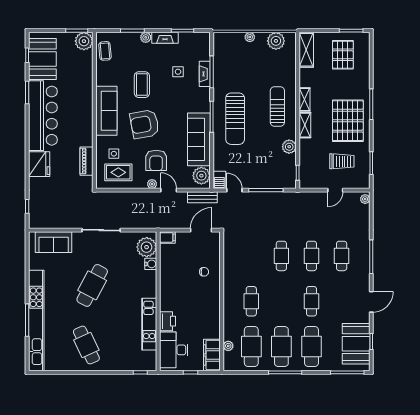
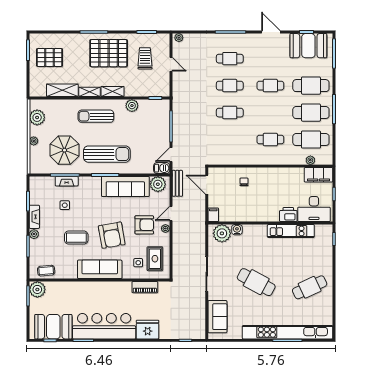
shelving: (306, 50) -> (62, 90), moved
parasol: (239, 71) -> (64, 150), added

